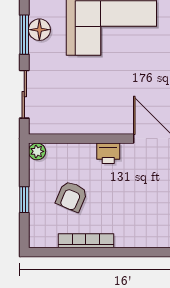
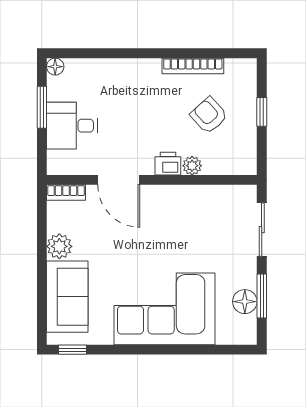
plant: (37, 151) -> (192, 166), moved
armchair: (72, 196) -> (209, 115), turned -65

